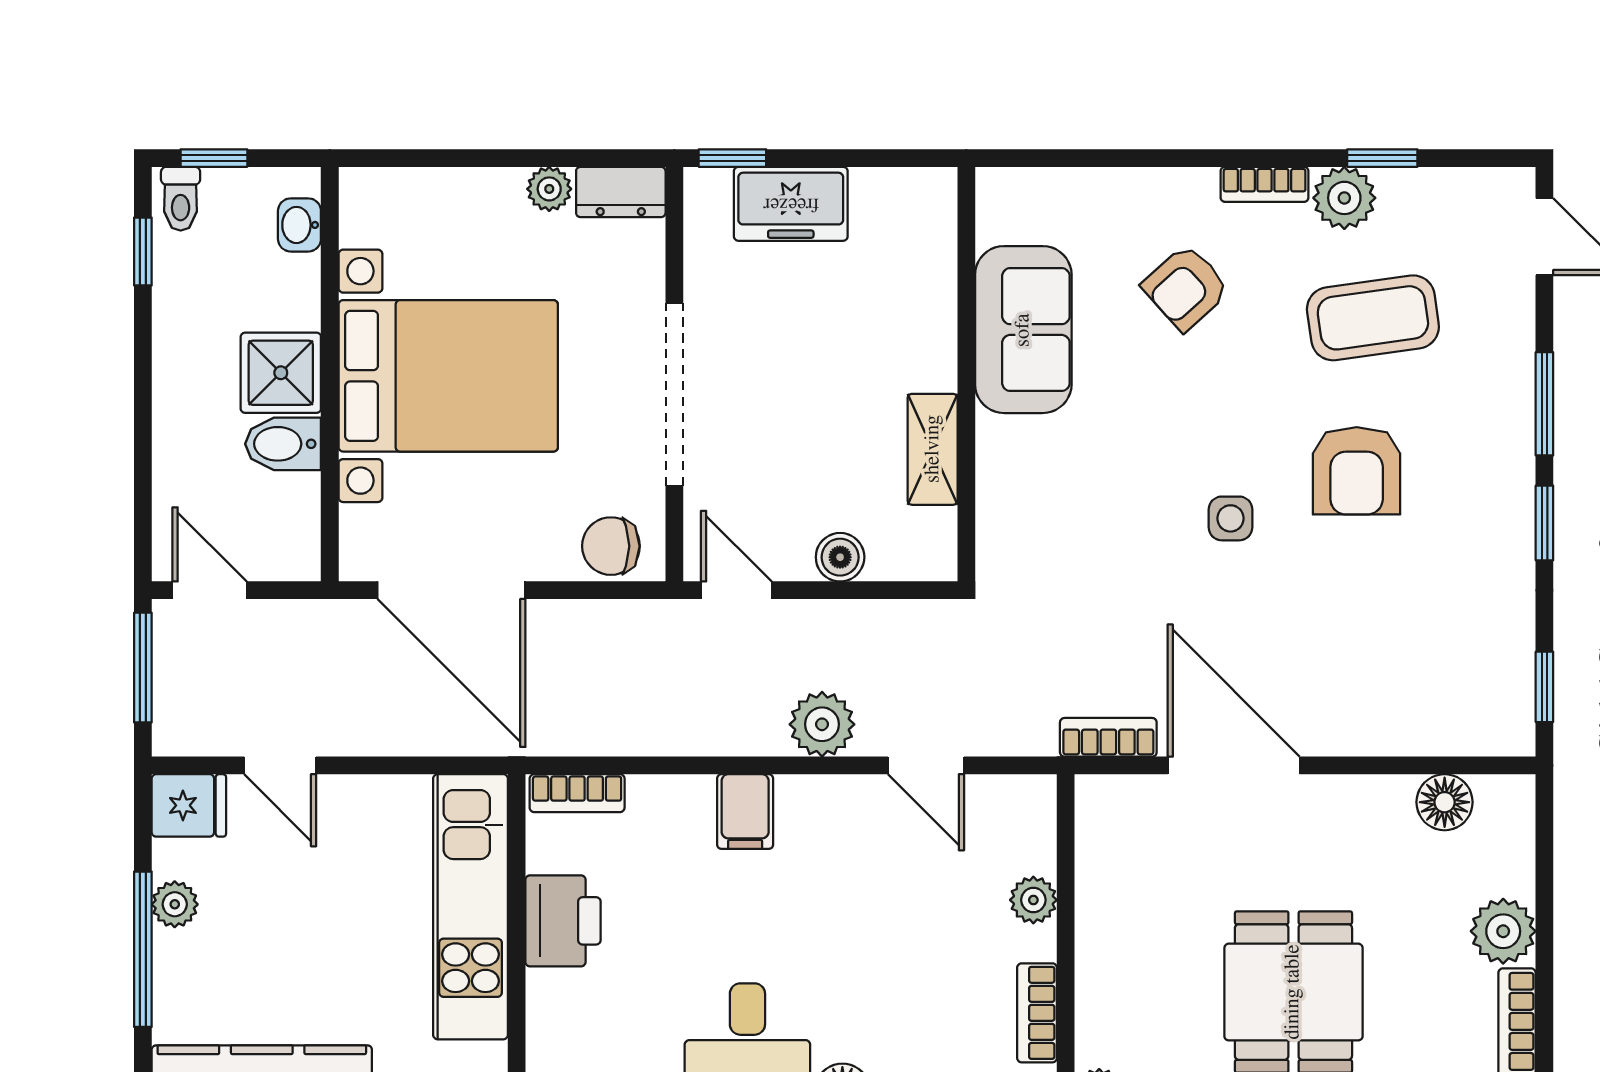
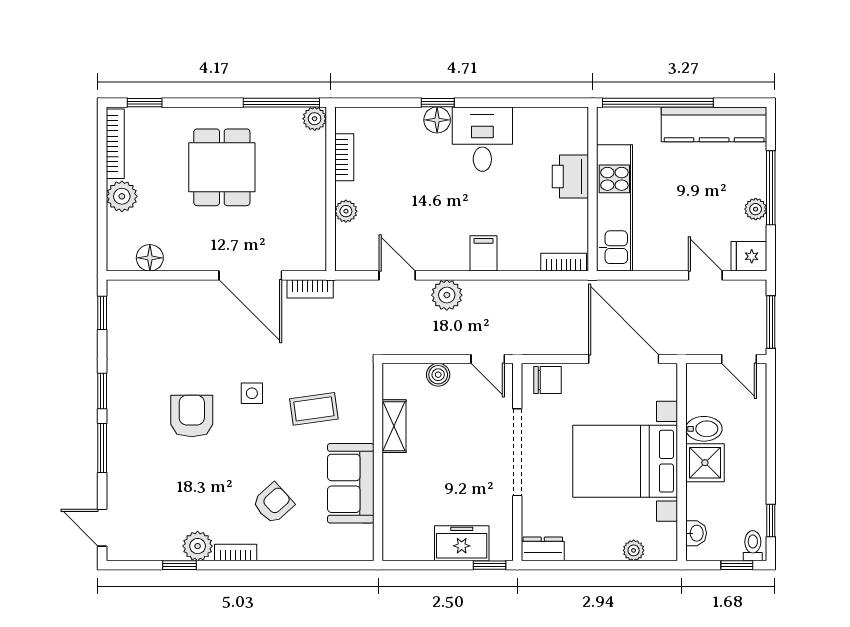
plant: (549, 189) -> (634, 550), moved
coffee table: (1373, 318) -> (314, 409), moved, width x0.73, depth x0.77
printer: (563, 921) -> (570, 177), moved

